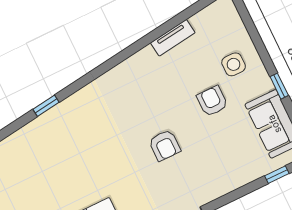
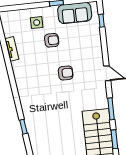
armchair: (212, 101) -> (52, 40), turned 180

